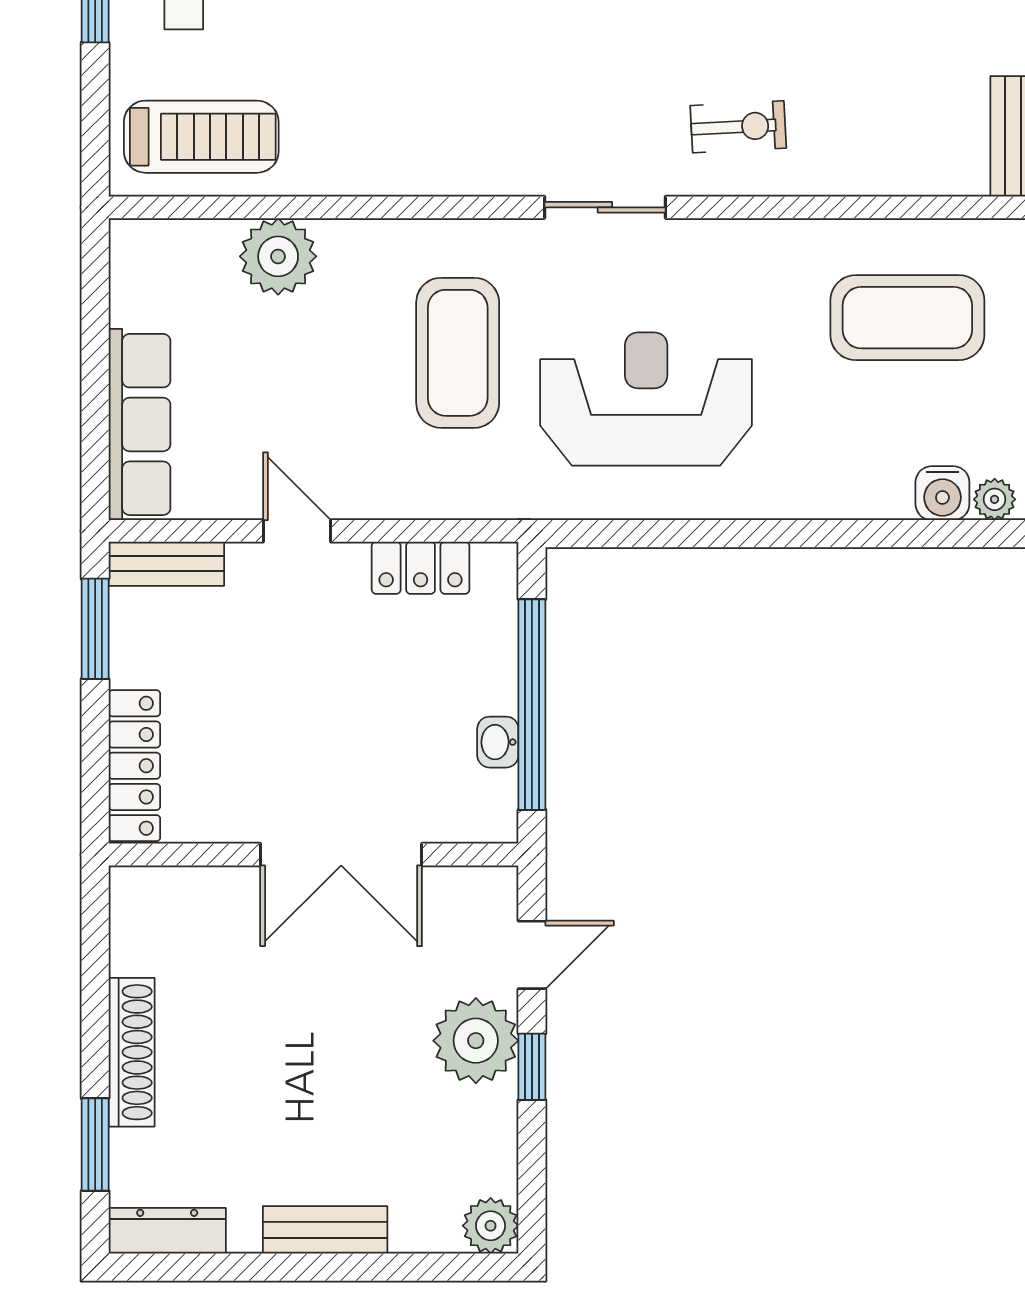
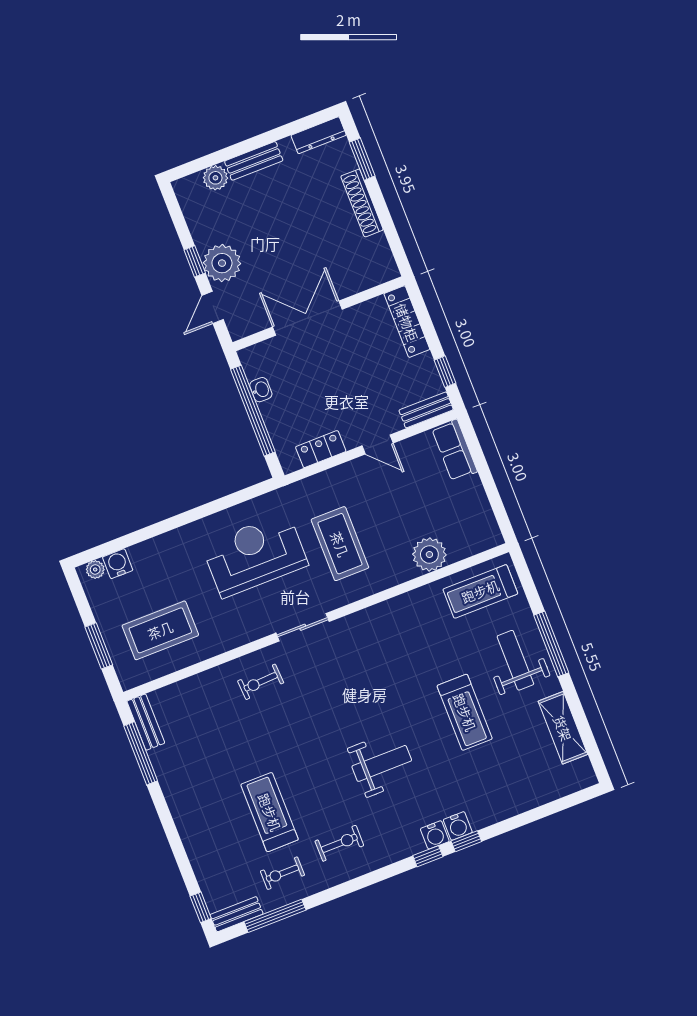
reception desk: (646, 399) -> (255, 555), turned 180
row of seats: (139, 424) -> (455, 450), width x0.68
window: (95, 629) -> (445, 372), width x0.67
plant: (491, 1226) -> (215, 178), moved

